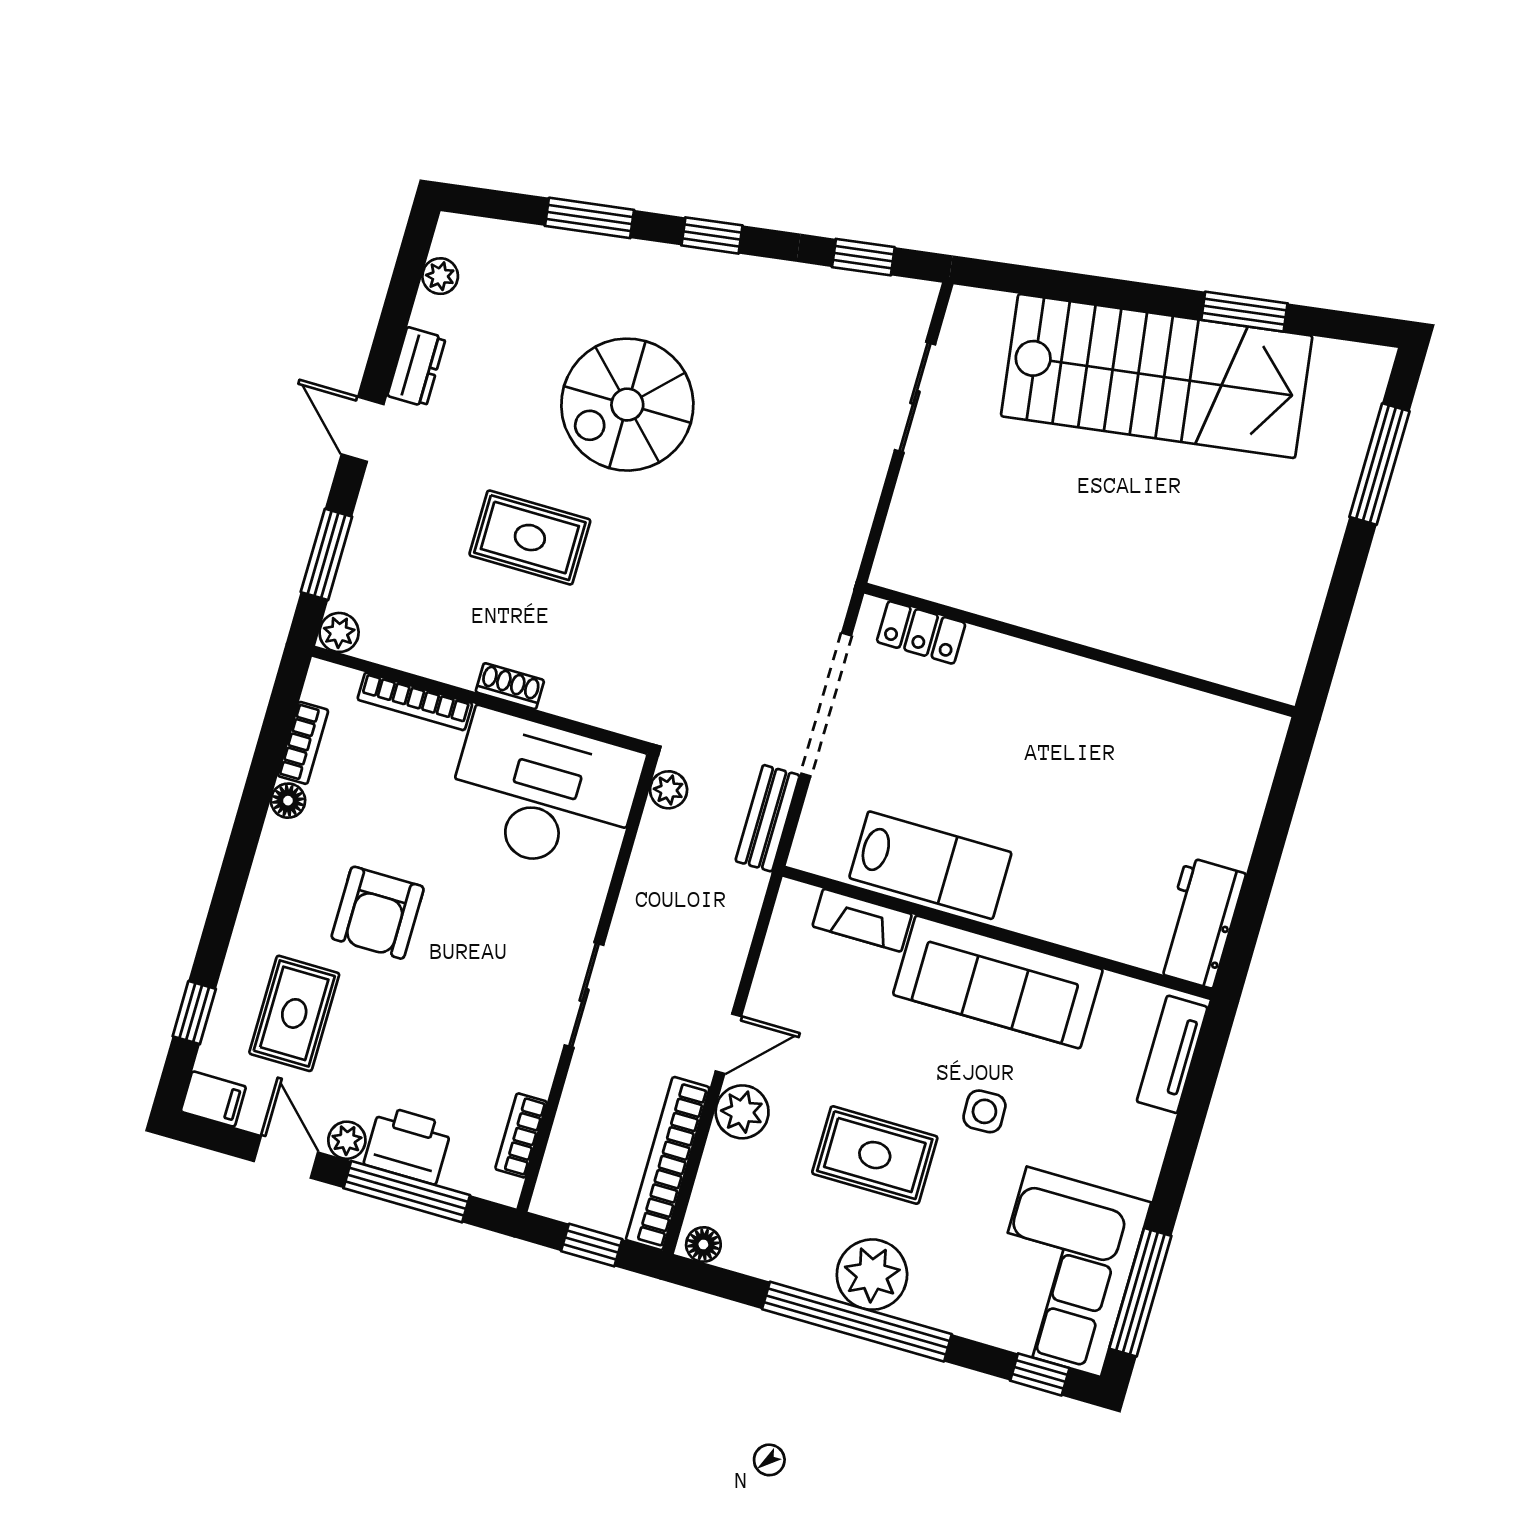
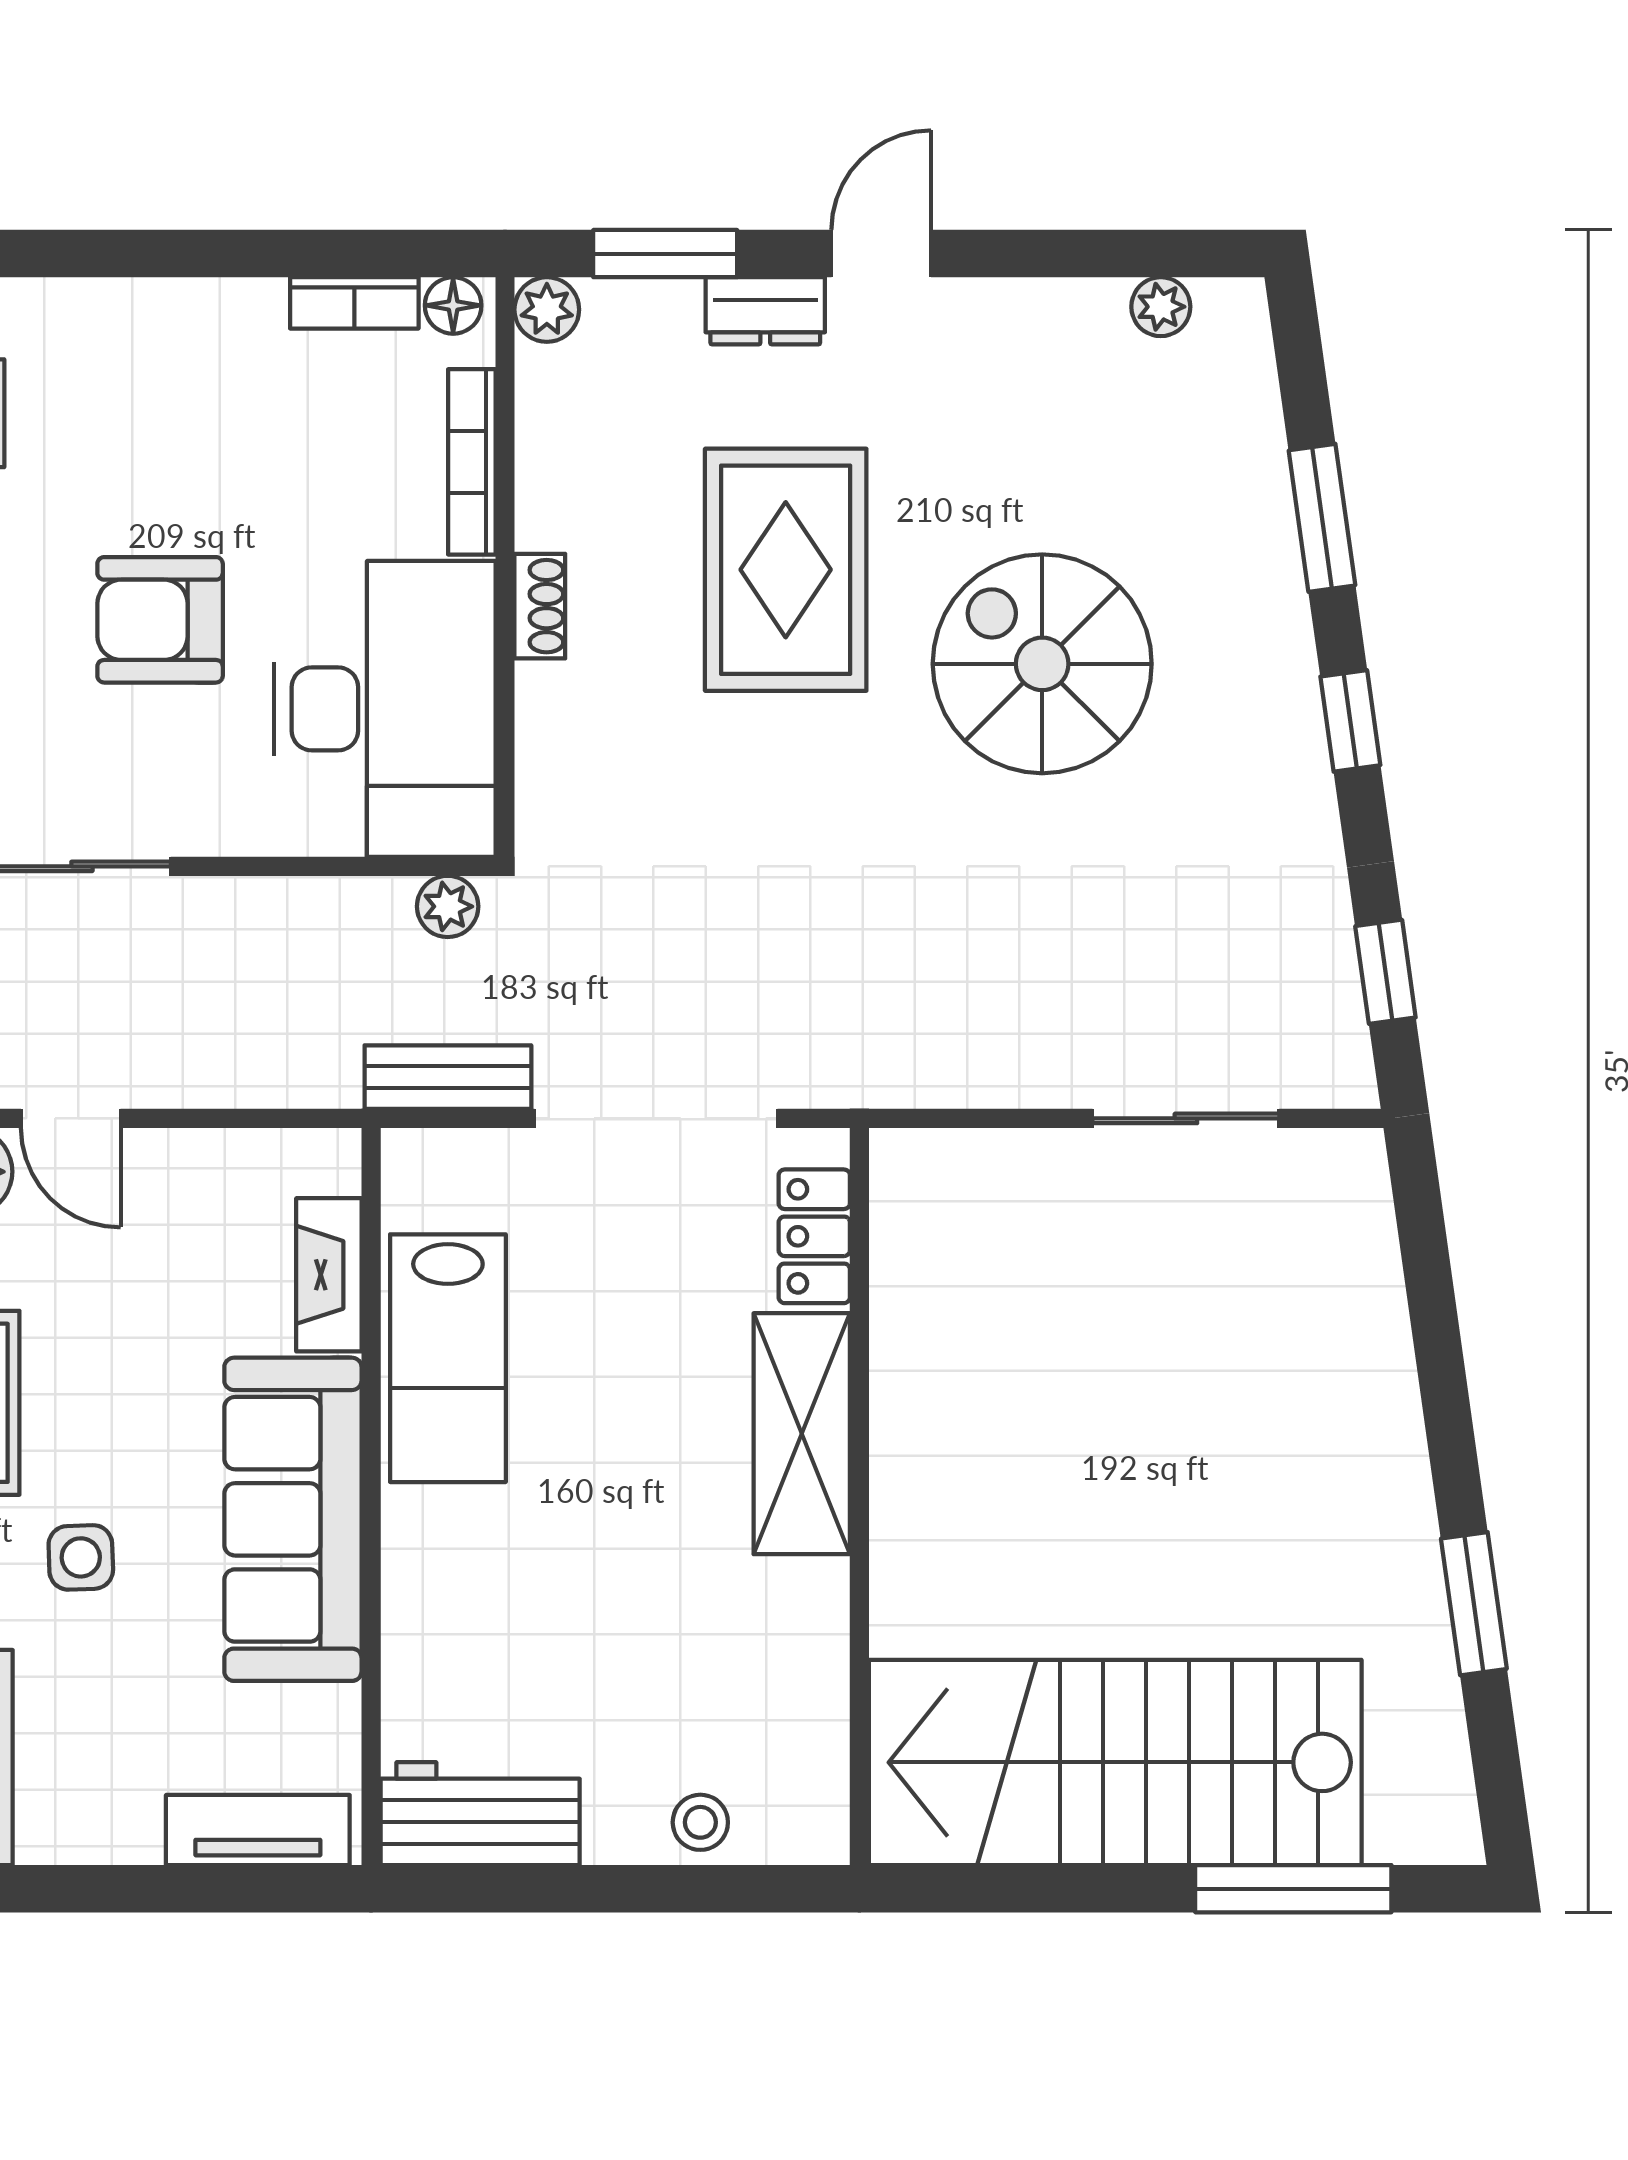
dresser: (417, 367) -> (765, 311), moved
stairs: (1157, 376) -> (1115, 1762), moved, turned 98
rug: (530, 538) -> (786, 570), width x1.36, depth x1.43
shelving: (1033, 673) -> (802, 1434), added
stool: (1242, 797) -> (700, 1822), added
floor lamp: (288, 801) -> (453, 305), moved
armchair: (378, 913) -> (160, 620), moved

